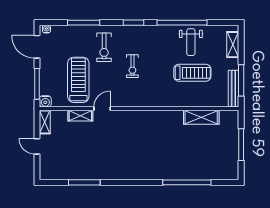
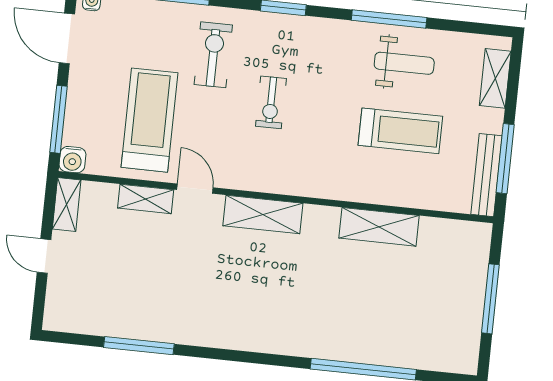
window: (182, 23) -> (389, 19), width x0.68
weight bench: (191, 42) -> (404, 63), turned -90
exercise bike: (104, 47) -> (213, 55), turned 180
door: (102, 109) -> (195, 189), hinge flipped
shelving: (134, 117) -> (263, 215), added
shelving: (201, 117) -> (379, 227), moved

